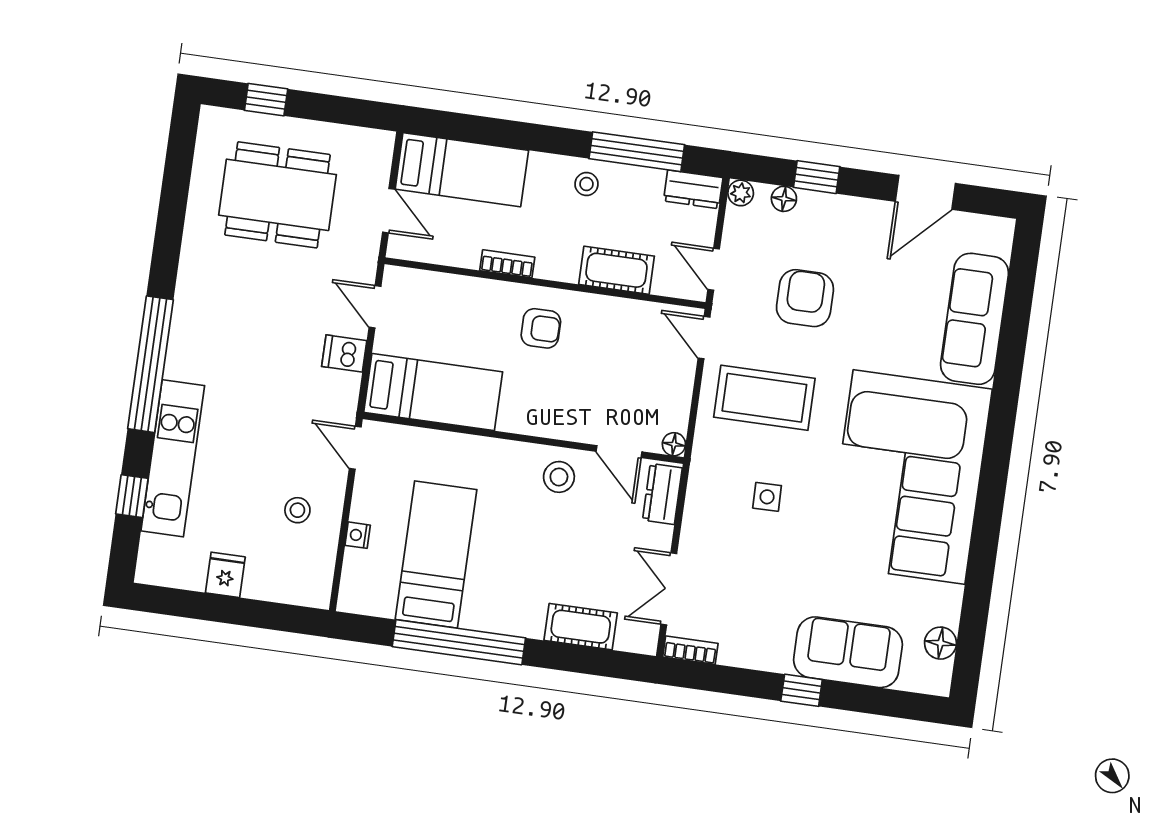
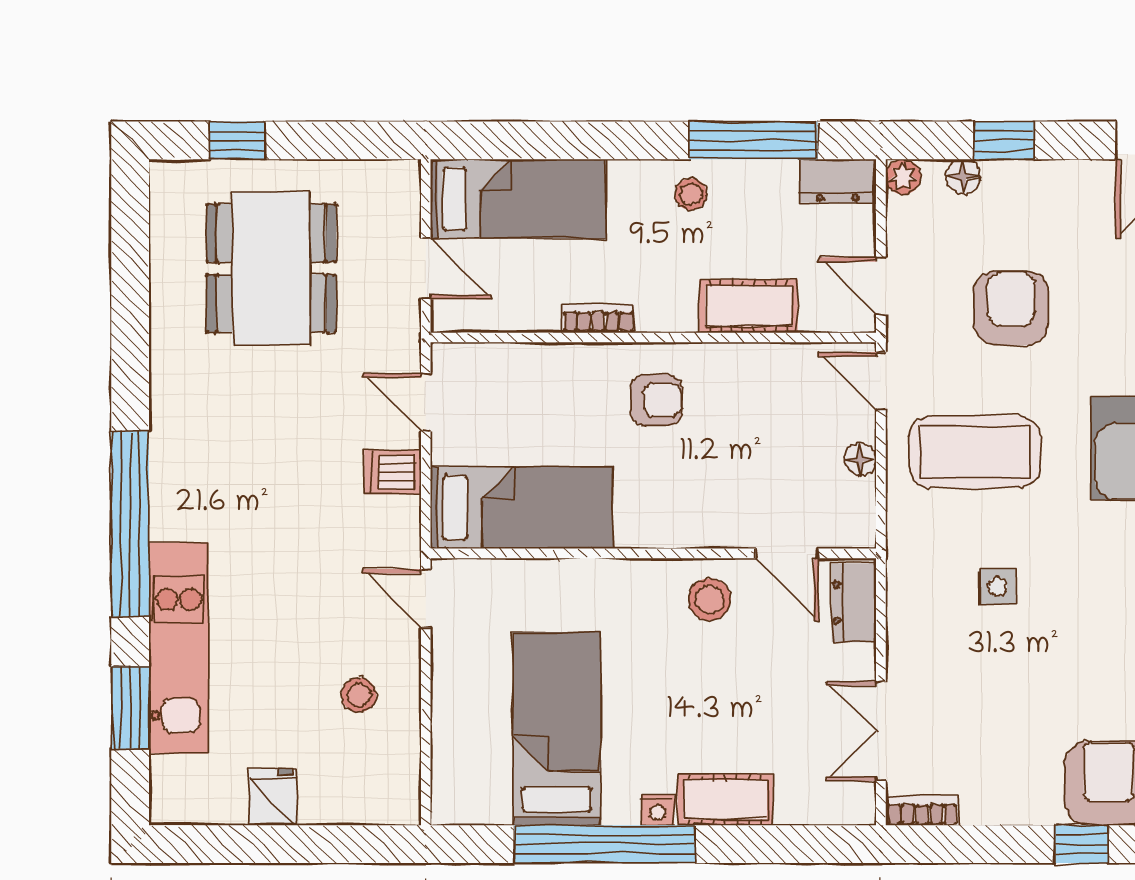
dining table: (277, 195) -> (271, 268), turned 90
floor lamp: (674, 444) -> (860, 459), moved
window: (132, 496) -> (130, 707), width x1.50
nightstand: (358, 535) -> (658, 810), moved, turned -90
cot: (581, 627) -> (725, 800), moved

